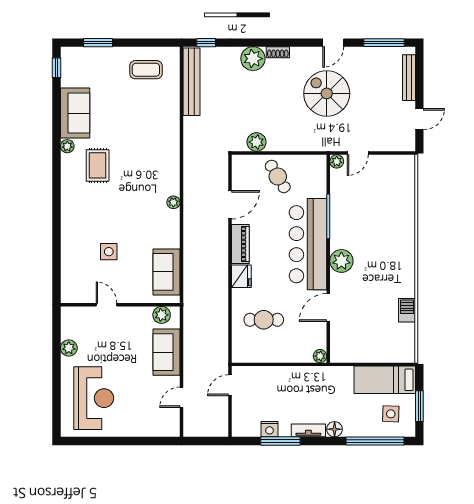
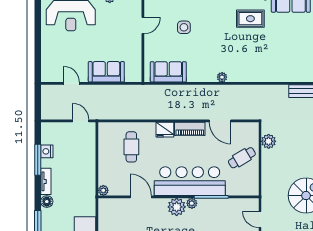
plant: (337, 161) -> (192, 203), moved
plant: (162, 315) -> (135, 68), removed

